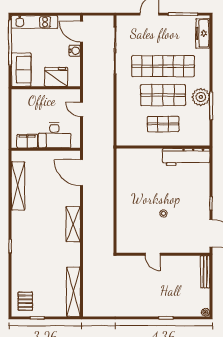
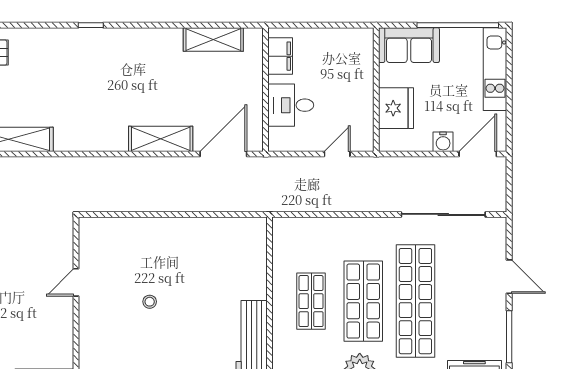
desk: (54, 135) -> (291, 105), width x0.73
shelving: (18, 186) -> (213, 40), width x0.68
shelving: (73, 224) -> (161, 139), moved

